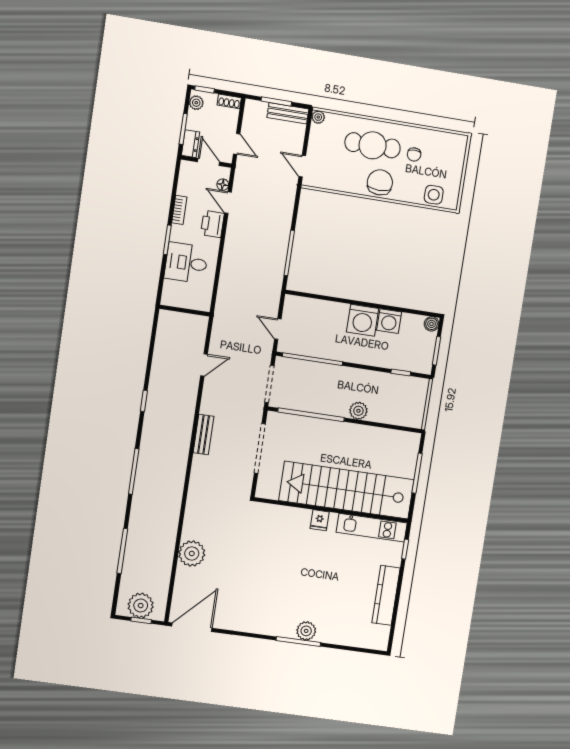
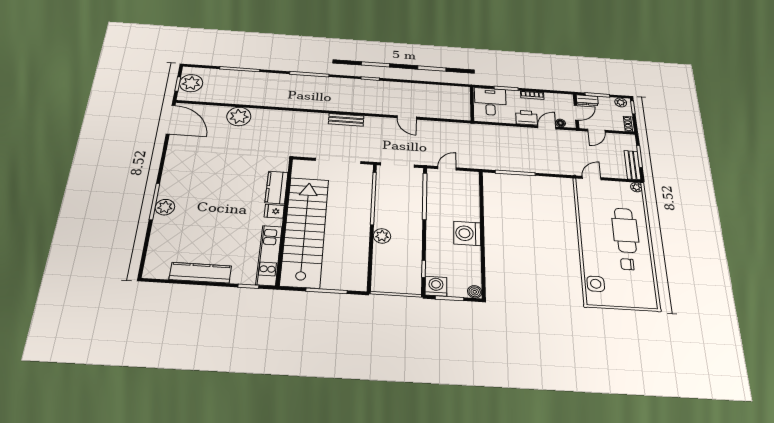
chair: (380, 182) -> (595, 238), removed
wall: (185, 311) -> (472, 104), moved
washing machine: (389, 321) -> (436, 286), moved, turned 90
kitchen counter: (290, 516) -> (276, 188), added

